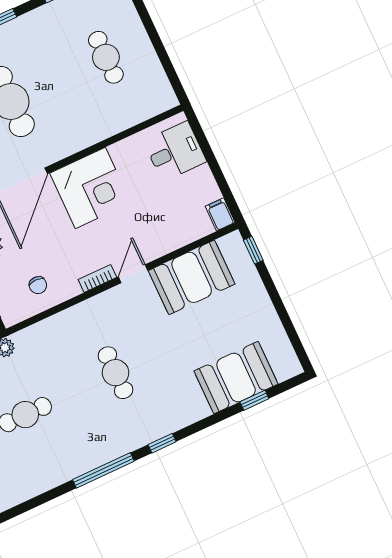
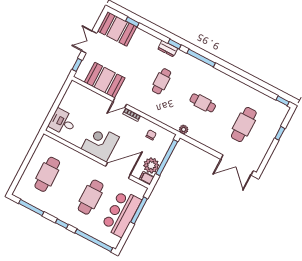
cafe table: (106, 57) -> (47, 174), width x1.37, depth x1.35
filing cabinet: (220, 214) -> (73, 87), removed
double door: (277, 301) -> (89, 42), added
booth: (236, 378) -> (117, 29), moved
dresser: (163, 426) -> (168, 49), added

